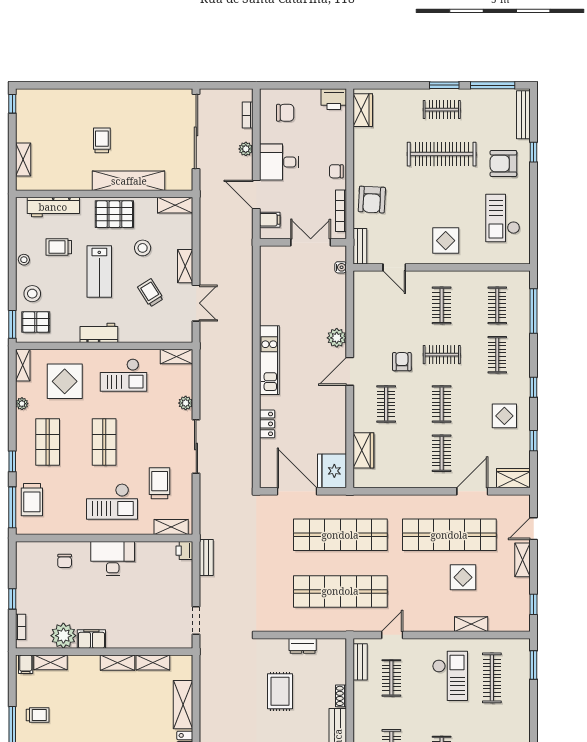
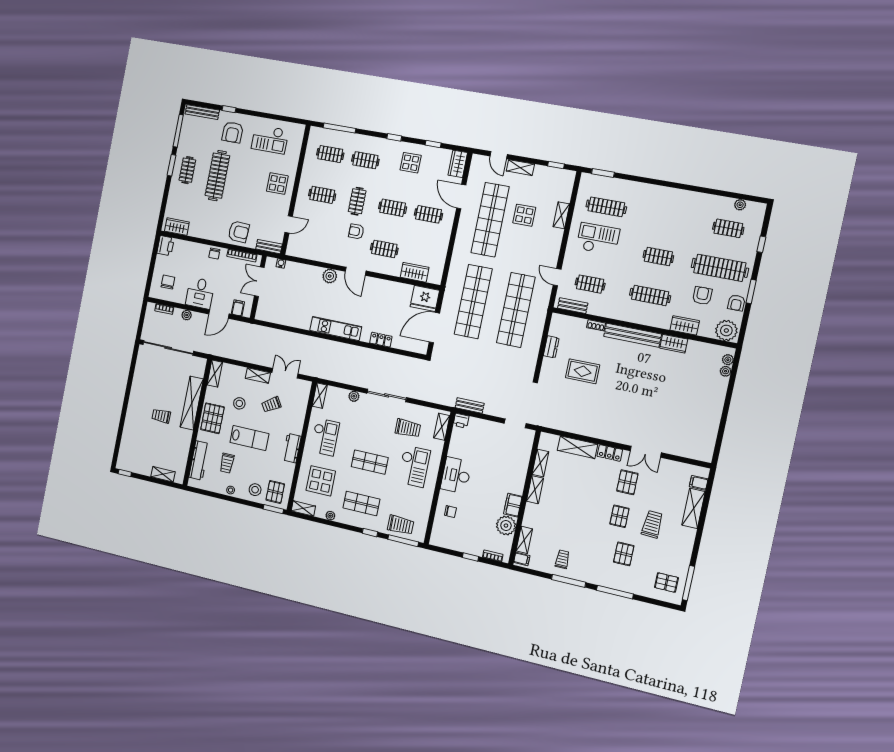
trolley: (160, 483) -> (408, 428), turned 180

